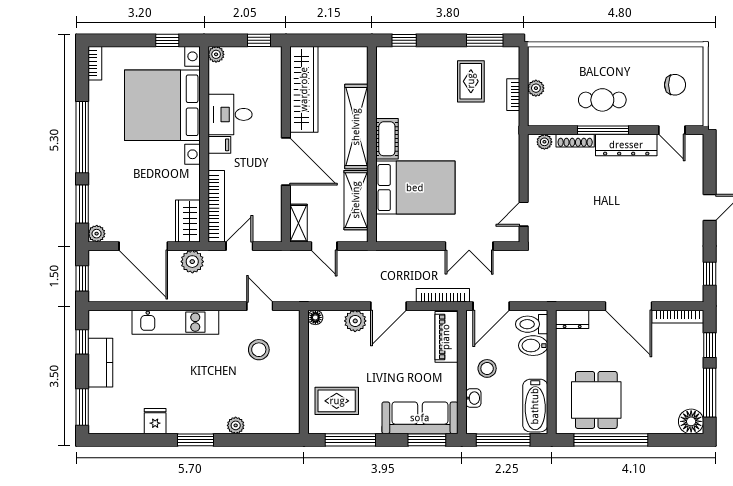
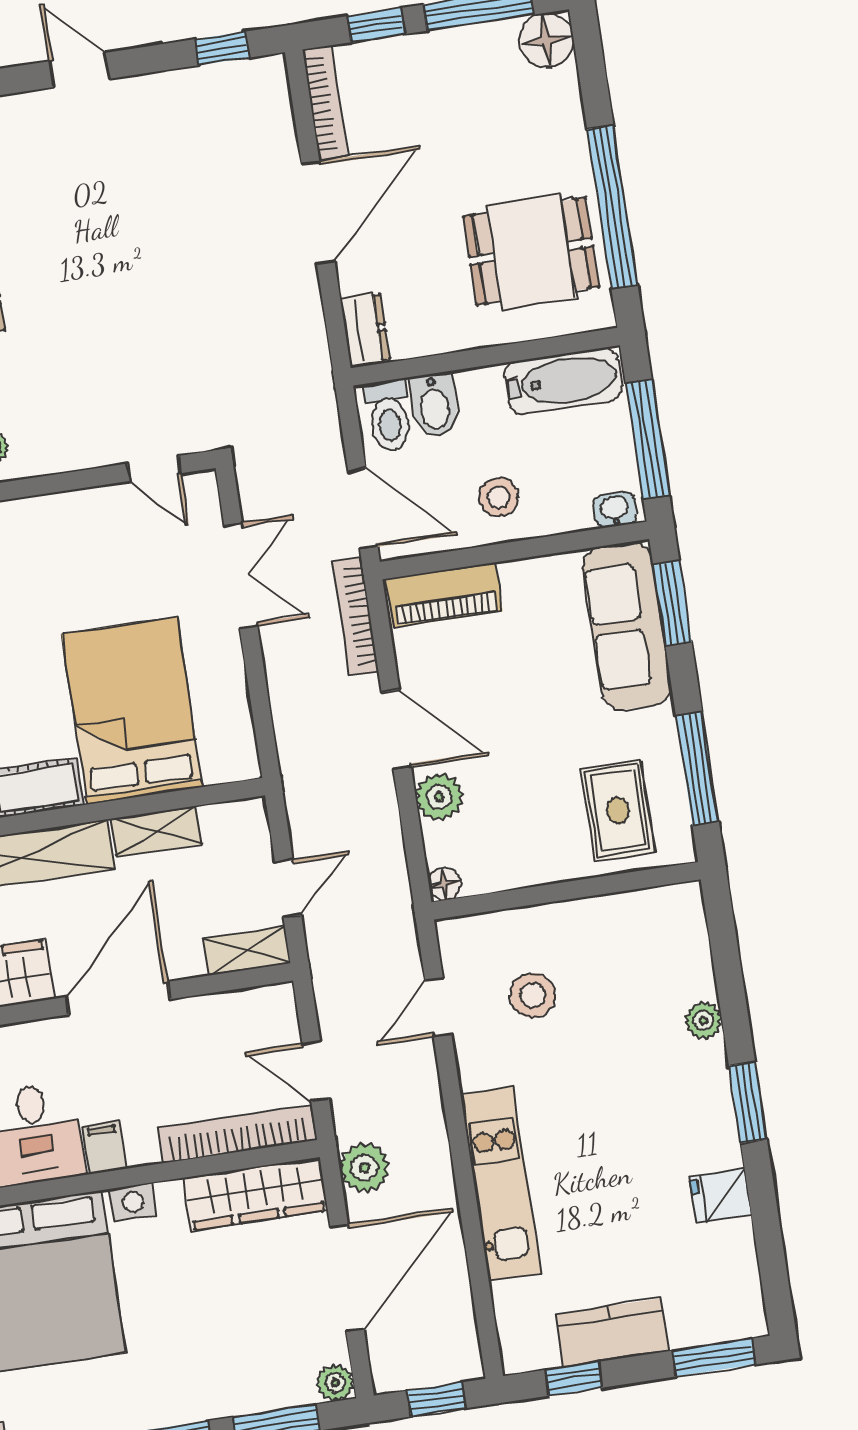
shelving: (356, 200) -> (156, 831), width x0.67, depth x0.75
wardrobe: (188, 221) -> (256, 1194), width x1.50
washbasin: (473, 398) -> (615, 510), moved

